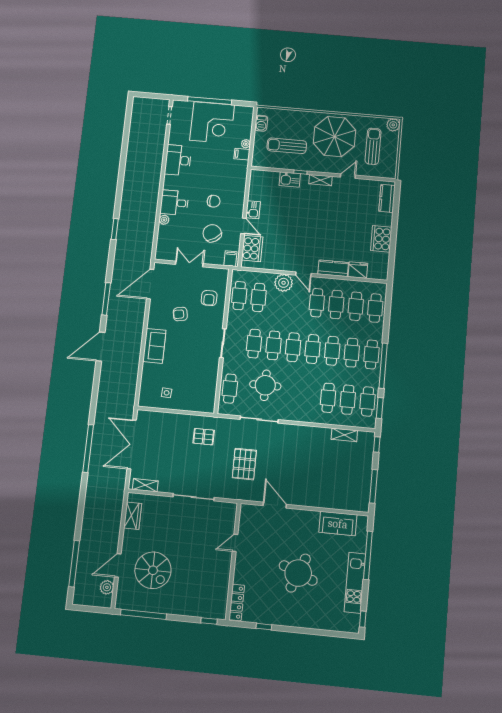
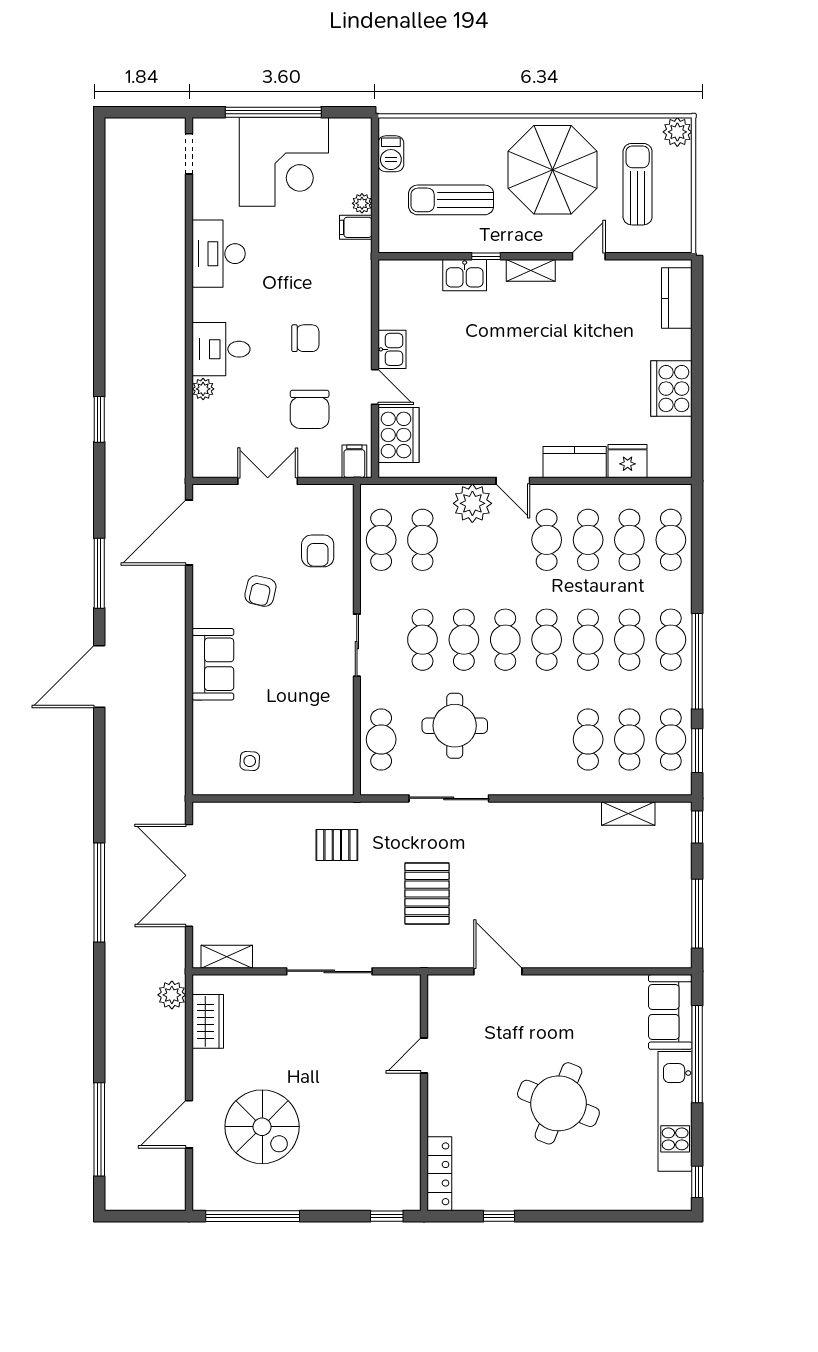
chair: (212, 233) -> (310, 409), turned -147
armchair: (180, 314) -> (260, 591), turned -66
sofa: (338, 524) -> (670, 1012), moved, turned 90
plant: (107, 587) -> (172, 995), moved

